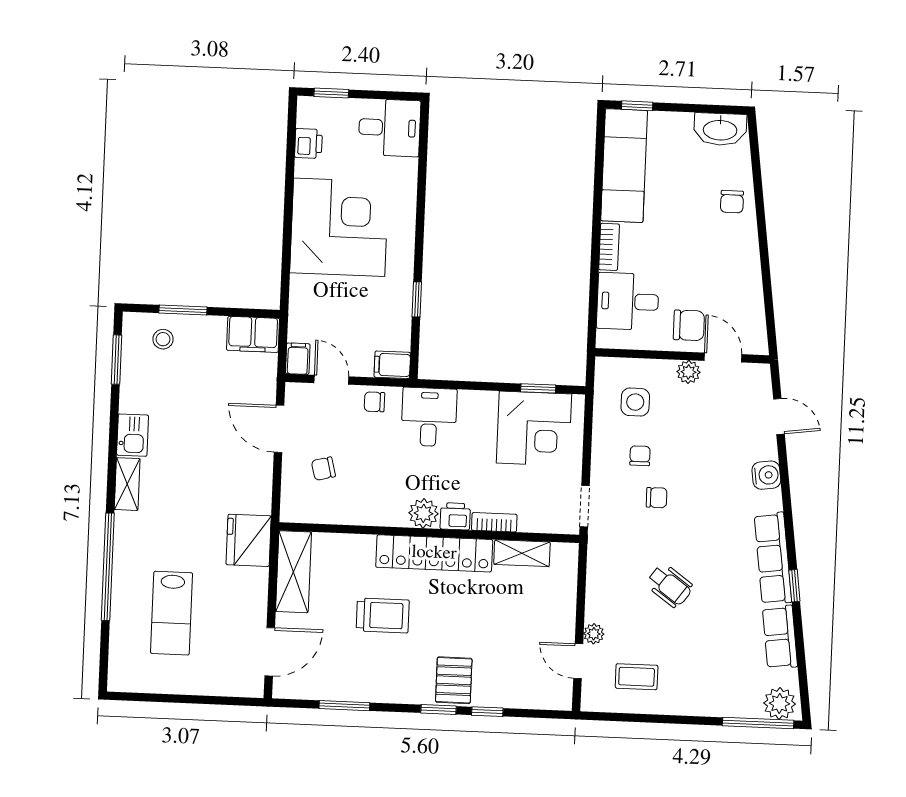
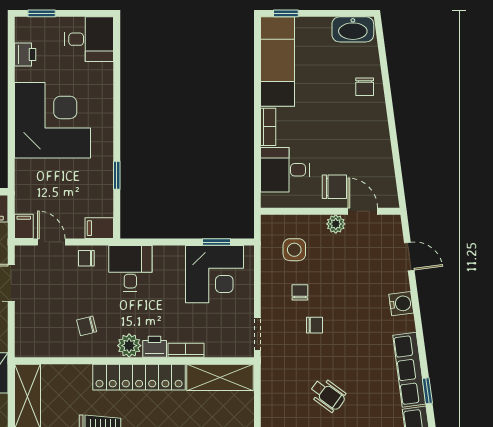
chair: (323, 469) -> (87, 326), moved
shelving: (522, 553) -> (220, 377), width x1.50, depth x1.33

